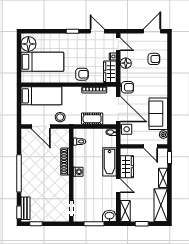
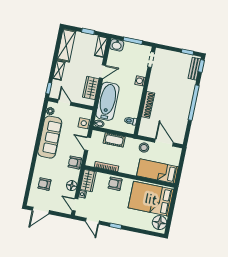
bed: (42, 62) -> (151, 199), width x1.50
door: (118, 109) -> (88, 144), width x0.53
sofa: (158, 114) -> (50, 137), width x1.36
bathtub: (110, 162) -> (107, 101), width x1.36, depth x1.36
washing machine: (78, 172) -> (140, 81), moved
door: (118, 186) -> (103, 72), swing flipped

